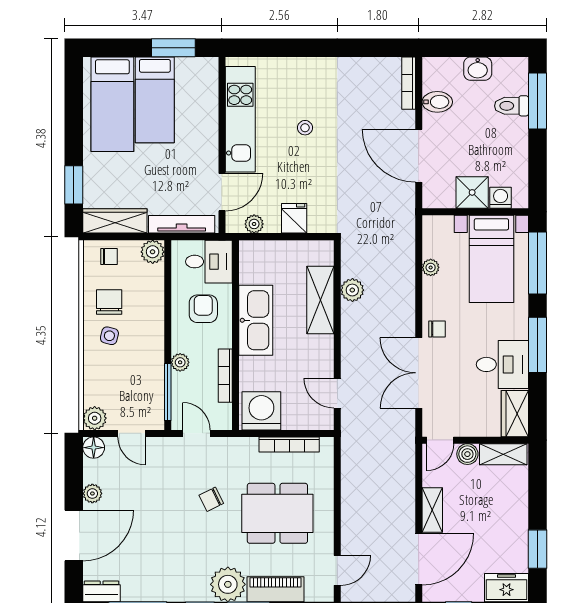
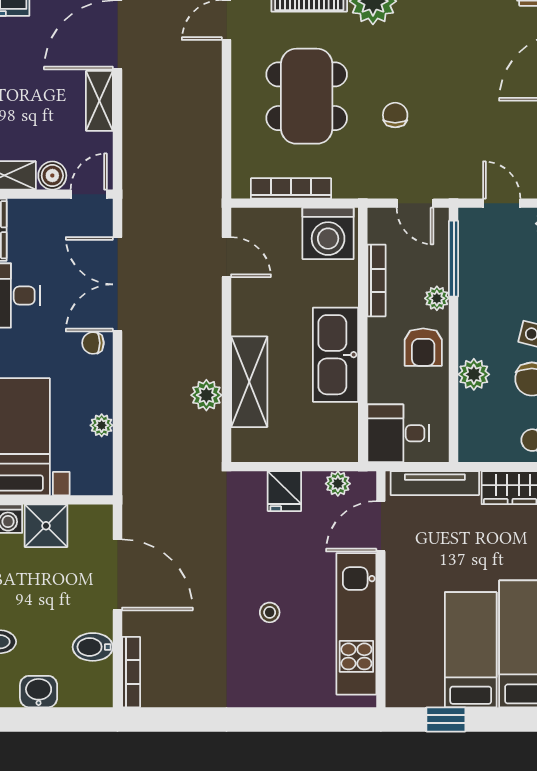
window: (173, 48) -> (446, 719), width x0.67
plant: (153, 252) -> (474, 374), moved
armchair: (203, 309) -> (423, 347), moved
double door: (419, 373) -> (117, 284), swing flipped
chair: (211, 499) -> (395, 115), turned -64
dining table: (277, 513) -> (307, 96), turned 90

